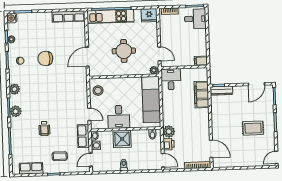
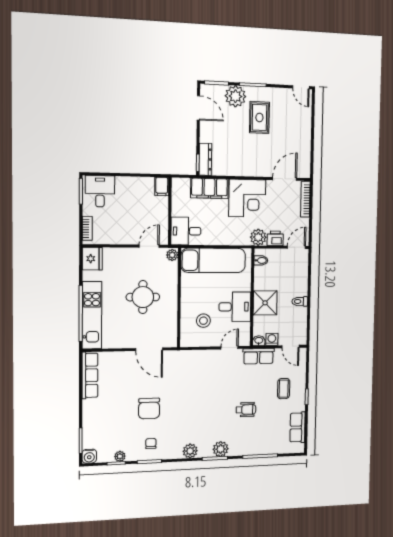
stool: (98, 91) -> (203, 321), moved
plant: (266, 110) -> (235, 96), added
corner desk: (196, 122) -> (247, 198), added

